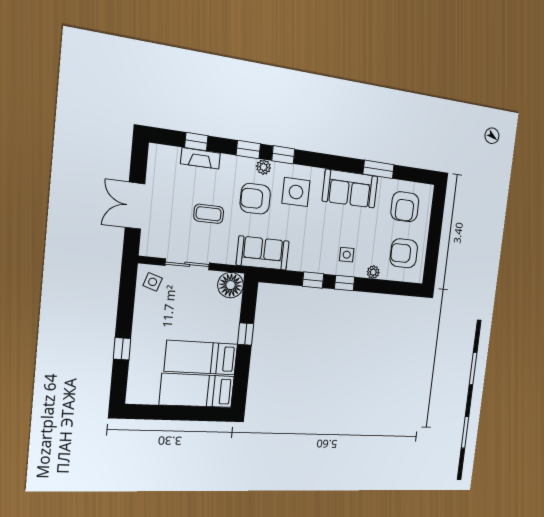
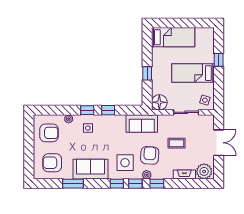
window: (196, 142) -> (117, 184), moved
plant: (165, 159) -> (204, 171), added
armchair: (255, 199) -> (150, 155), turned -86
armchair: (405, 207) -> (52, 163), turned -90
bed: (201, 358) -> (193, 73), moved, turned 180

